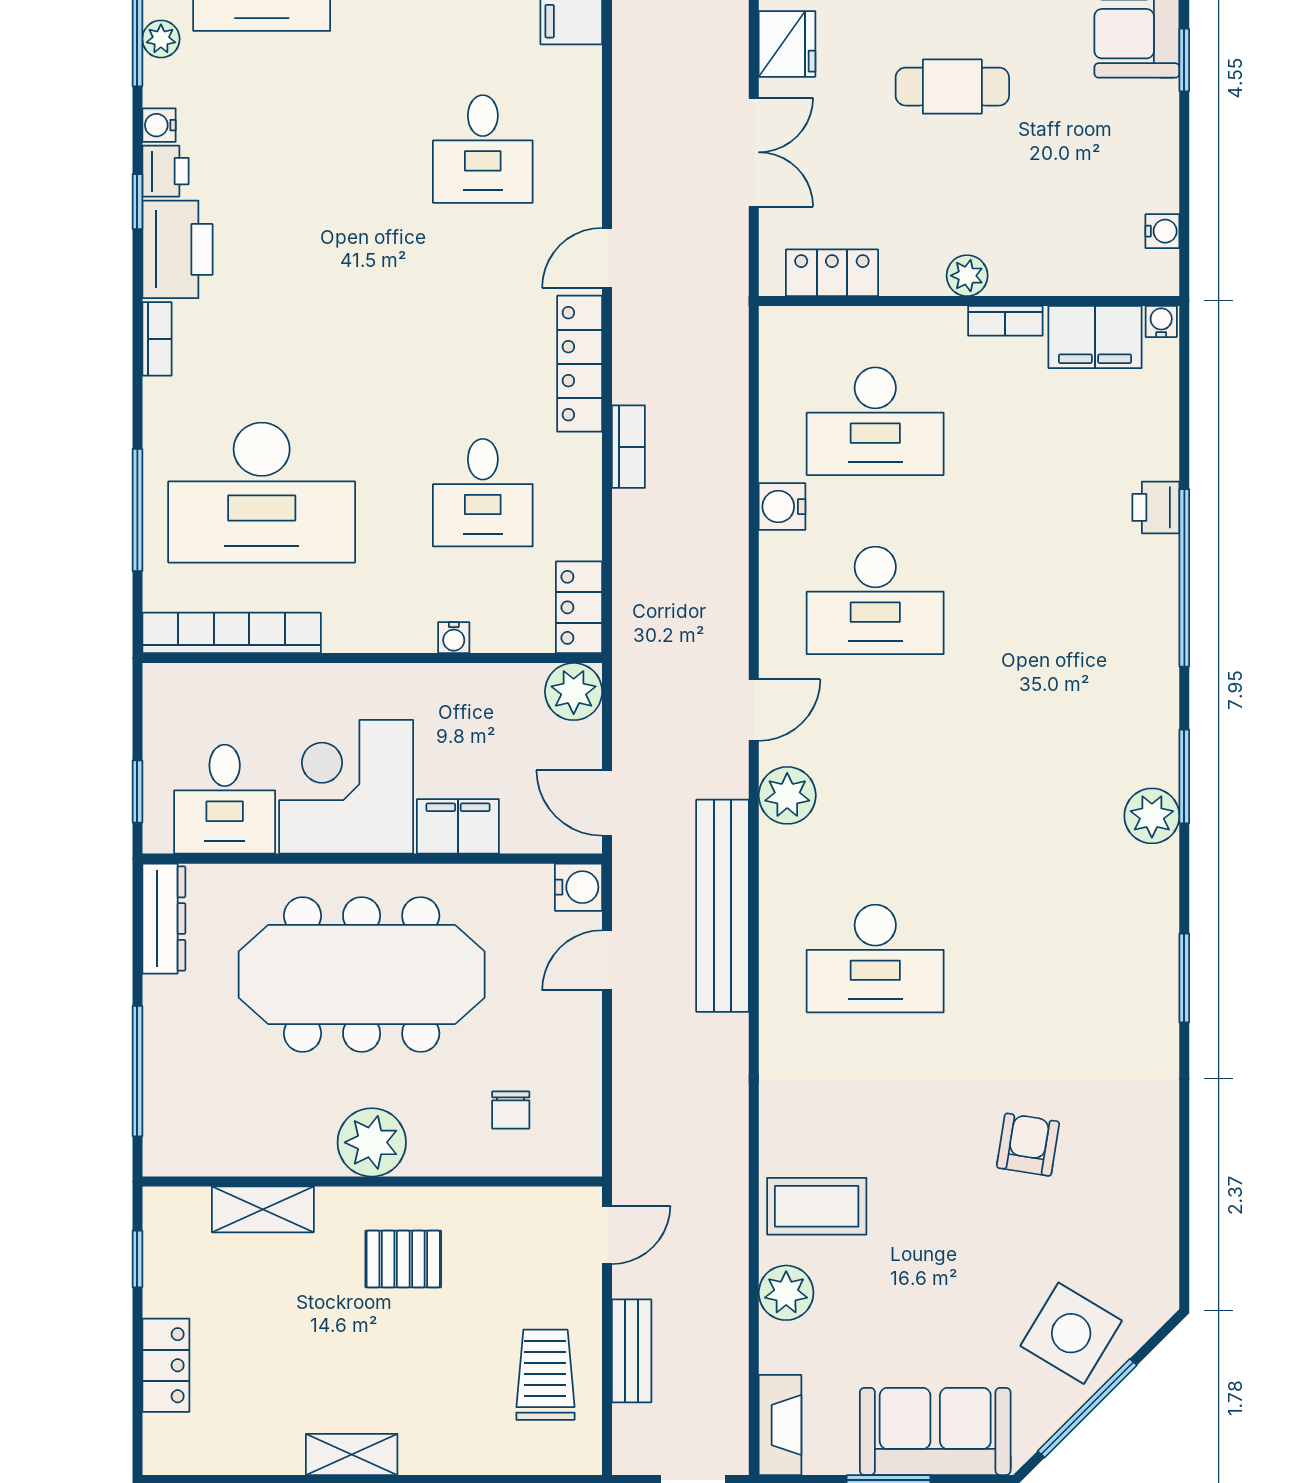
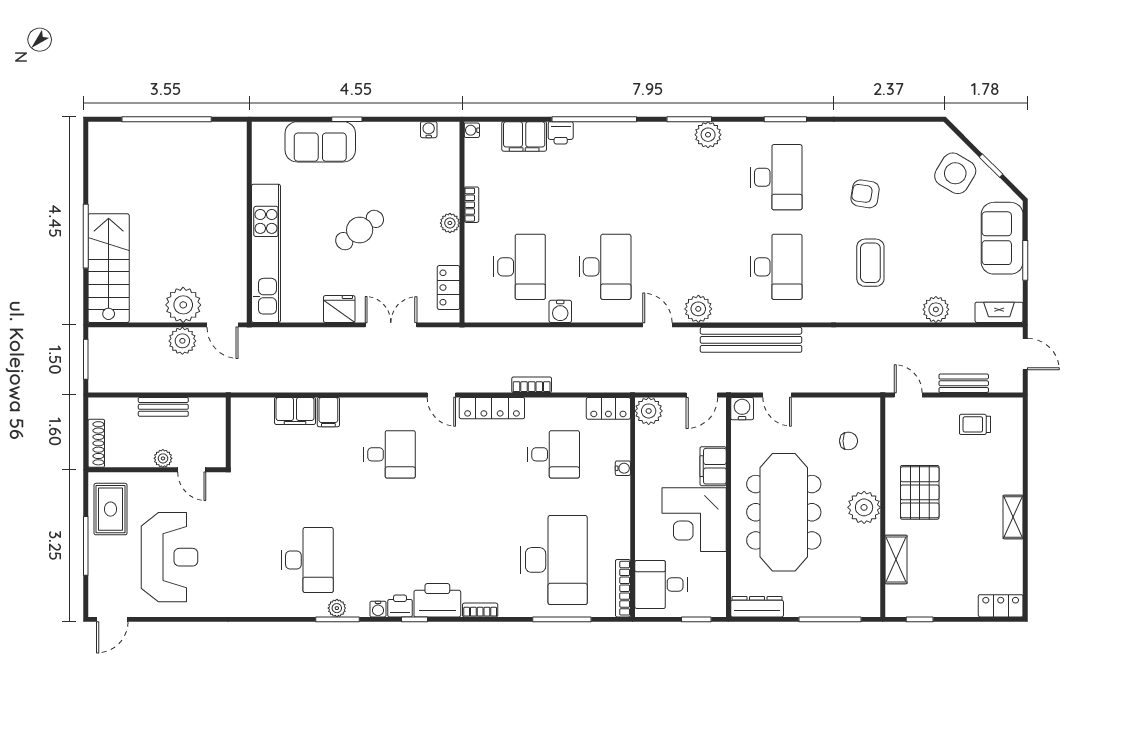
cafe table: (952, 87) -> (360, 230), turned 54
filing cabinet: (1095, 337) -> (524, 136), moved, turned 90
bookcase: (232, 633) -> (623, 588), width x0.68, depth x0.76
desk: (225, 799) -> (661, 584), moved, turned 180
desk: (1063, 958) -> (776, 177), added
coffee table: (817, 1206) -> (870, 263), moved
pallet: (403, 1259) -> (920, 492), width x1.50, depth x1.42
locker: (166, 1365) -> (1001, 606), moved
trolley: (545, 1375) -> (975, 424), width x0.73, depth x0.72
window: (1087, 1408) -> (991, 166), width x0.46

